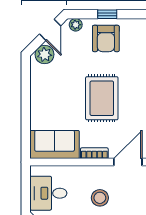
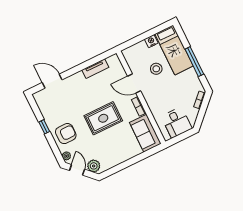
window: (107, 14) -> (44, 127), moved
door: (50, 30) -> (77, 170), hinge flipped
stool: (100, 198) -> (156, 69), moved

